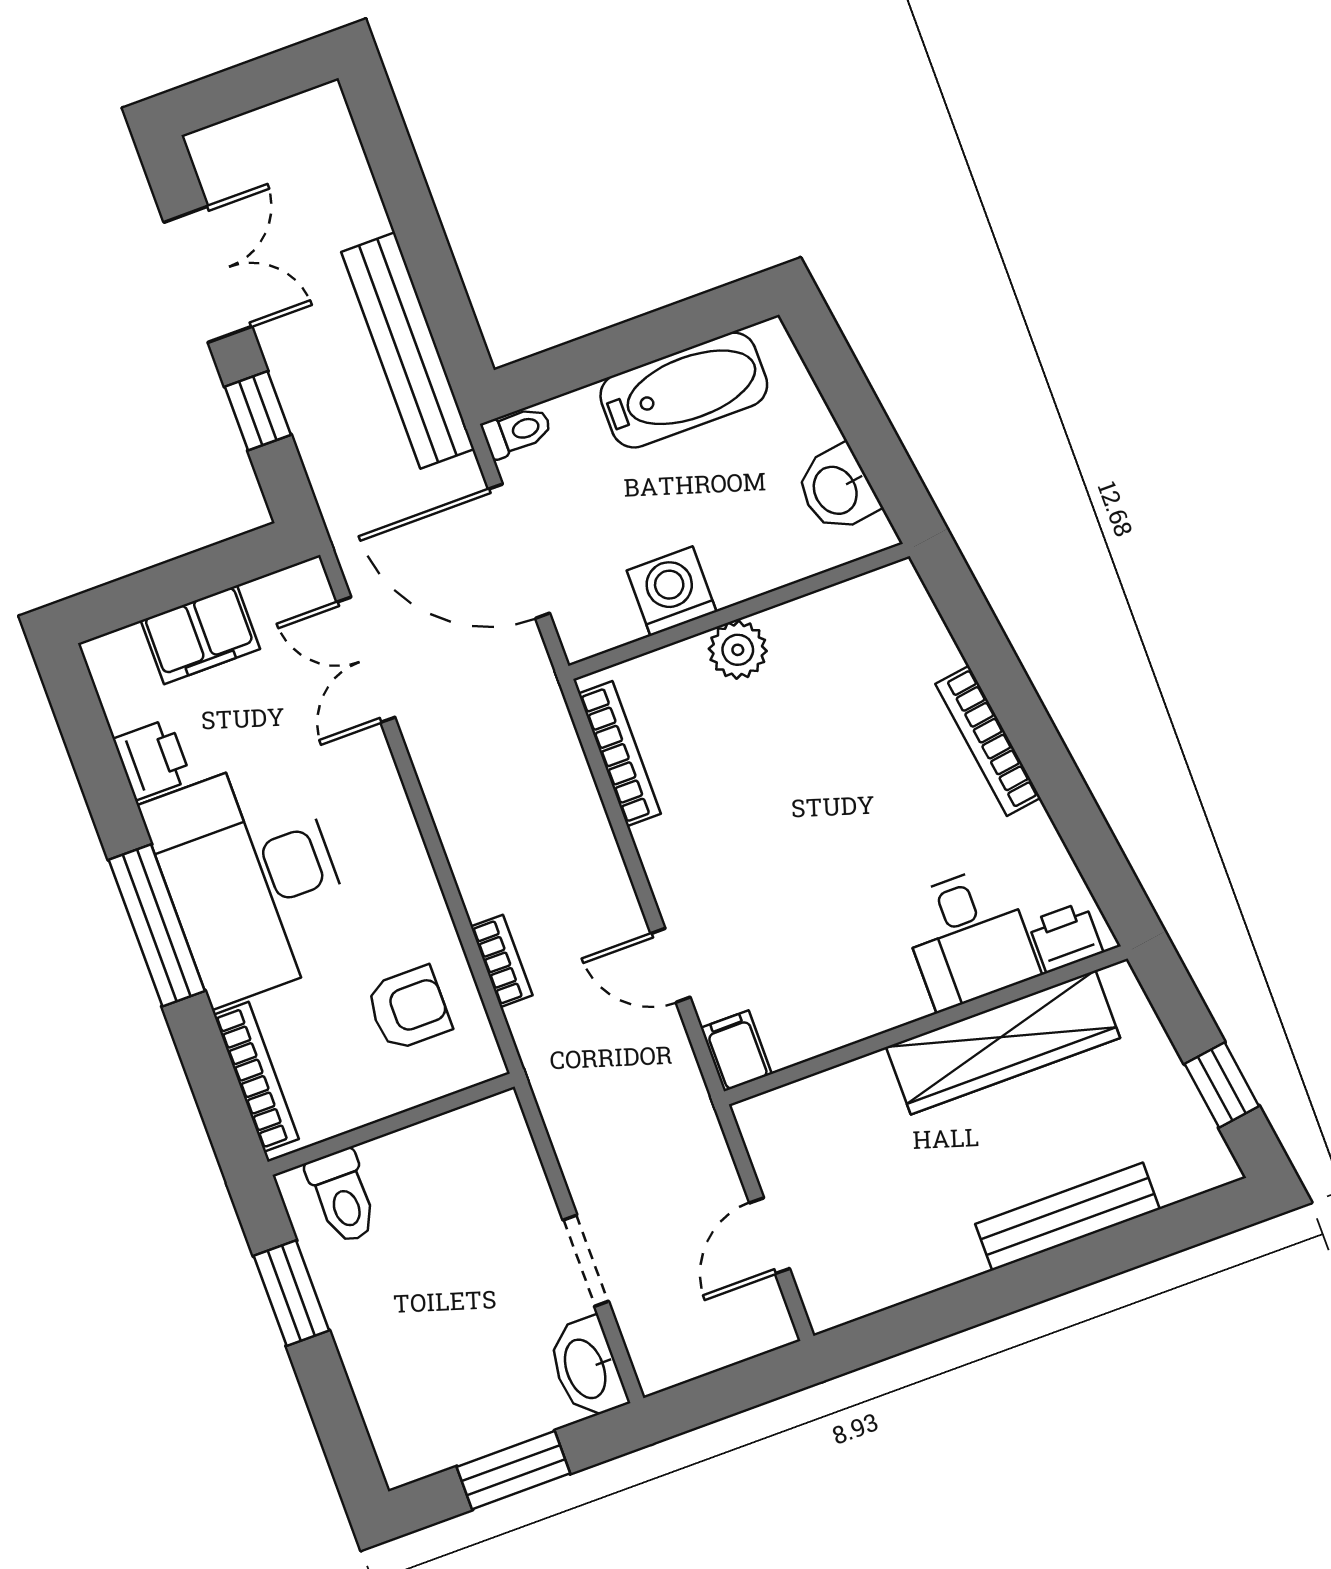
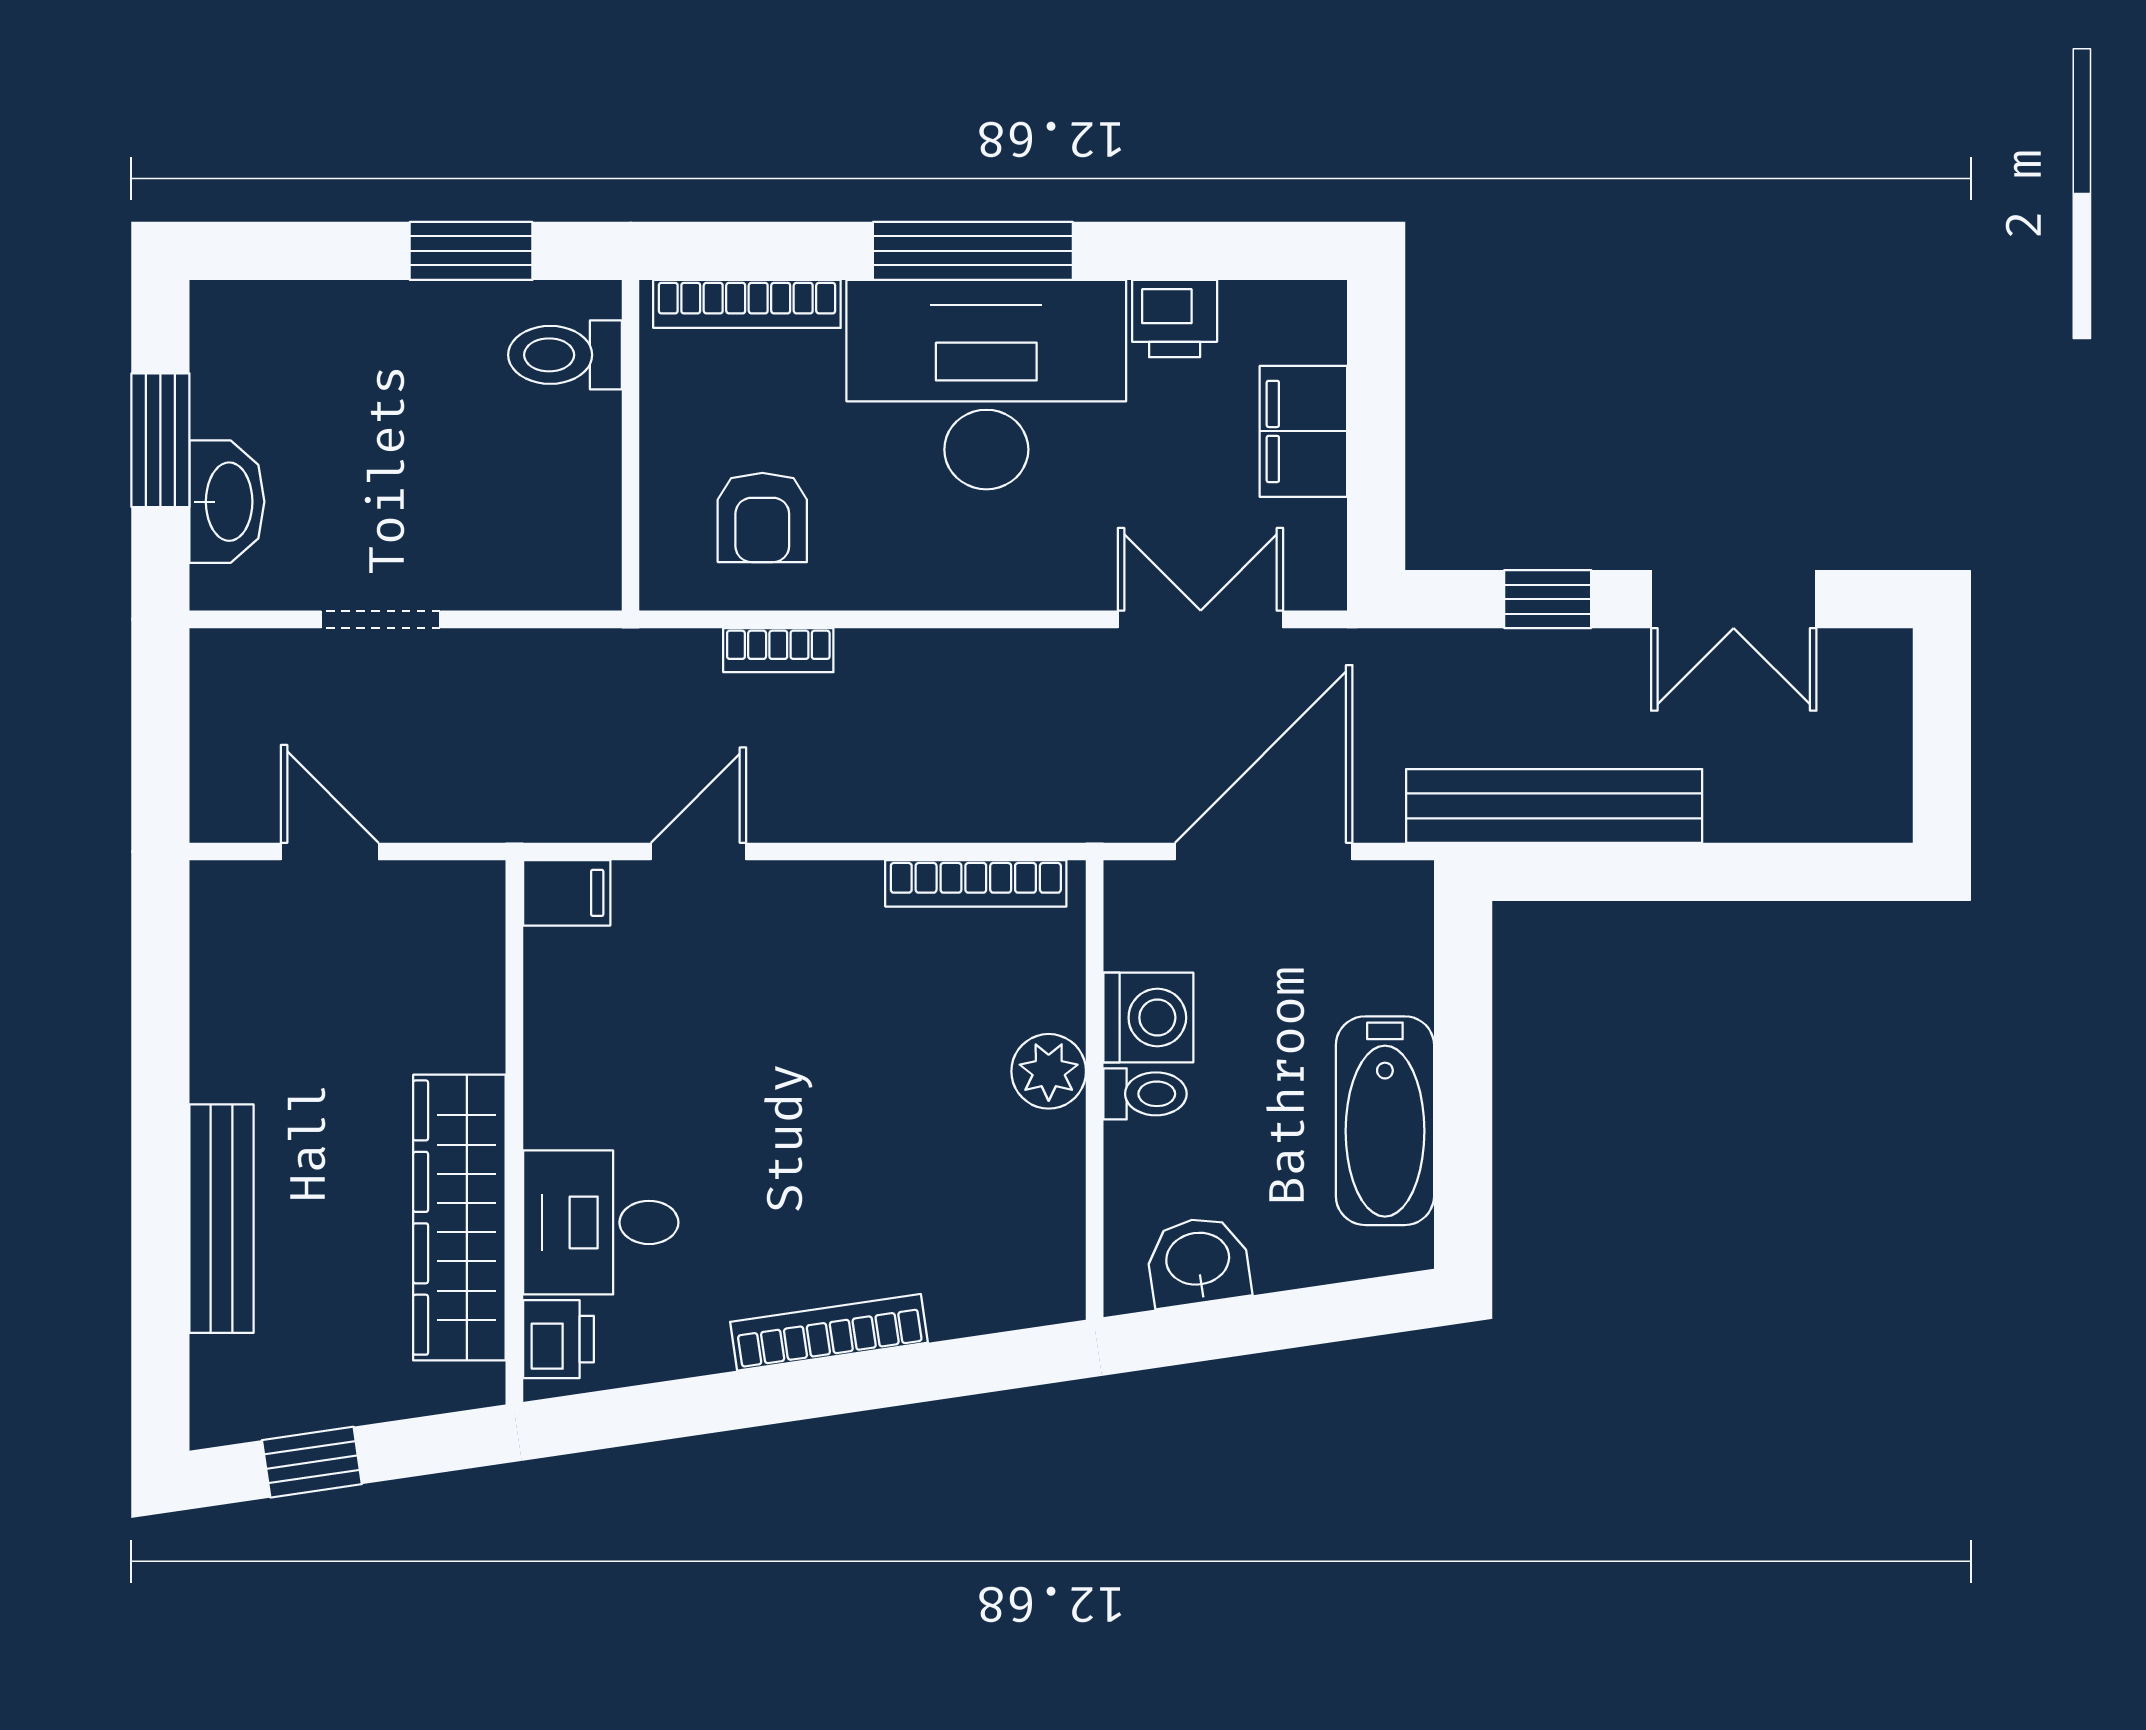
toilet: (517, 431) -> (1145, 1094), moved, turned -90
washbasin: (587, 1368) -> (227, 502), moved, turned 90

